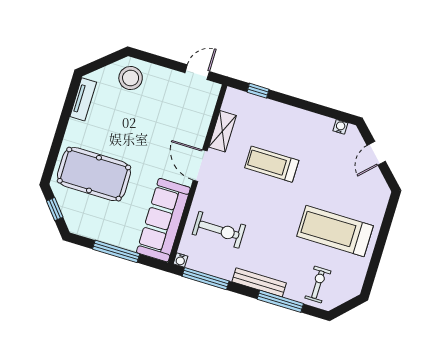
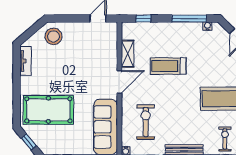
window: (319, 109) -> (189, 19), added
door: (200, 166) -> (119, 82), swing flipped
exercise bike: (219, 230) -> (146, 122), turned -90

